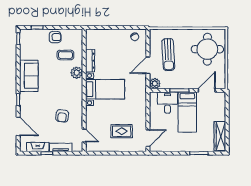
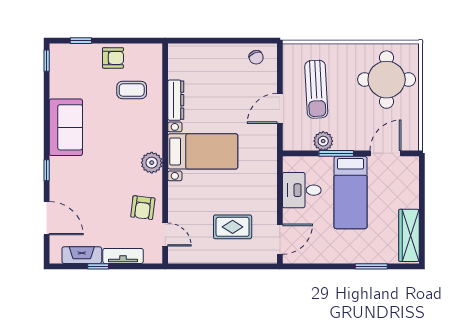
plant: (77, 73) -> (152, 163), moved
plant: (155, 83) -> (323, 141), moved
desk: (167, 103) -> (302, 190), moved, turned -90
armchair: (62, 116) -> (143, 208), moved

